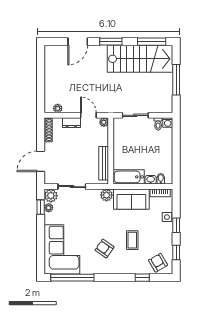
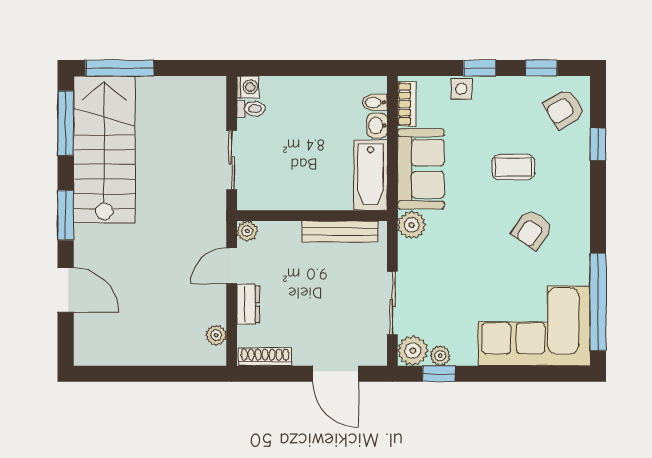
window: (176, 80) -> (120, 68), moved

